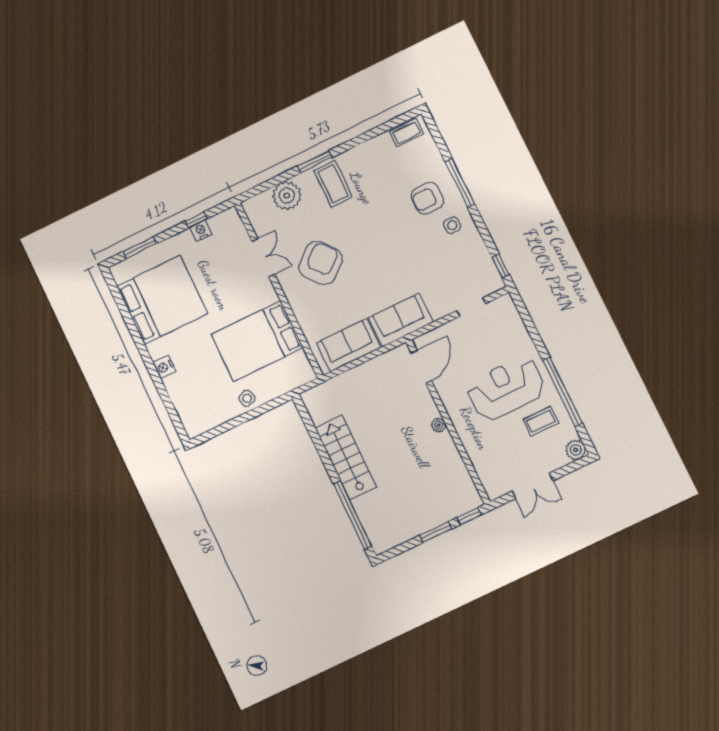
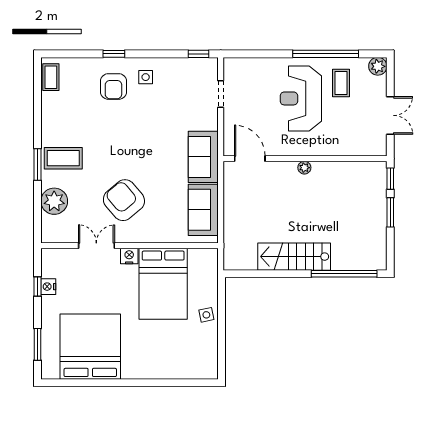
window: (460, 183) -> (114, 54), width x0.46
nightstand: (164, 367) -> (129, 256), moved, turned 180

